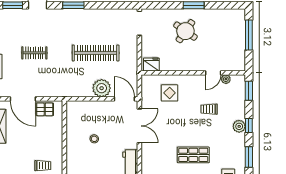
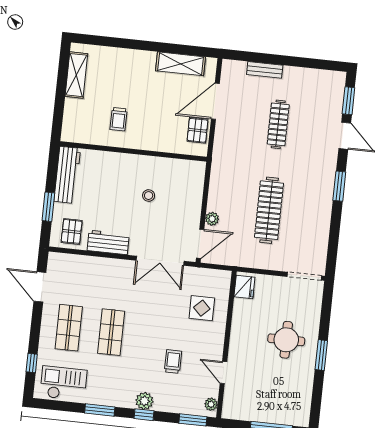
round table: (185, 31) -> (286, 340), turned -35
clothes rail: (34, 53) -> (278, 124), width x1.36
plant: (226, 79) -> (211, 404), moved
plant: (102, 88) -> (212, 219), width x0.53, depth x0.53

